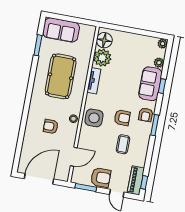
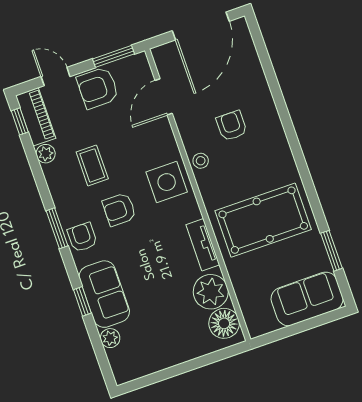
plant: (163, 44) -> (46, 154), moved
pool table: (61, 76) -> (263, 220), turned 90
armchair: (51, 126) -> (232, 126), turned -90

